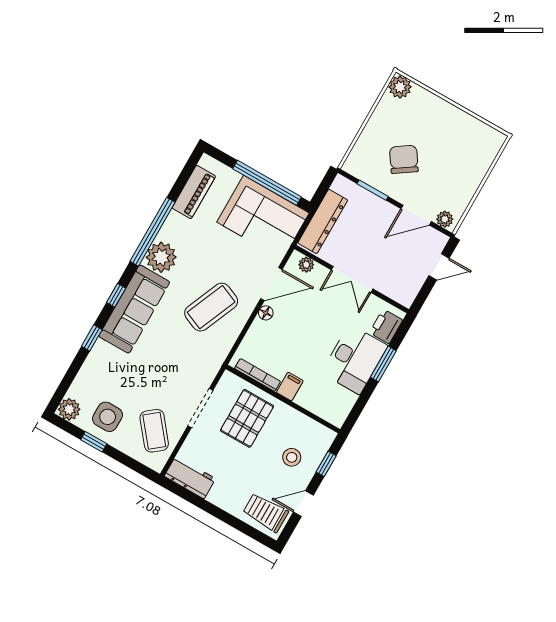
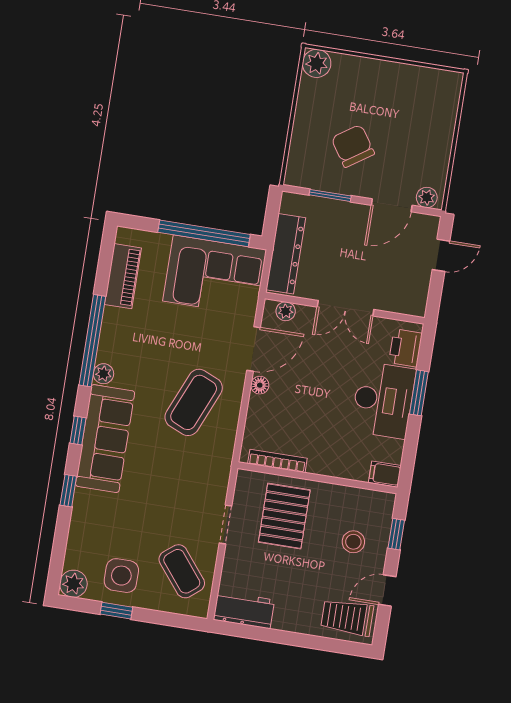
plant: (161, 257) -> (103, 374), width x0.53, depth x0.53
filing cabinet: (290, 387) -> (385, 474), moved, turned -90
doorway: (200, 408) -> (225, 524), width x0.73

